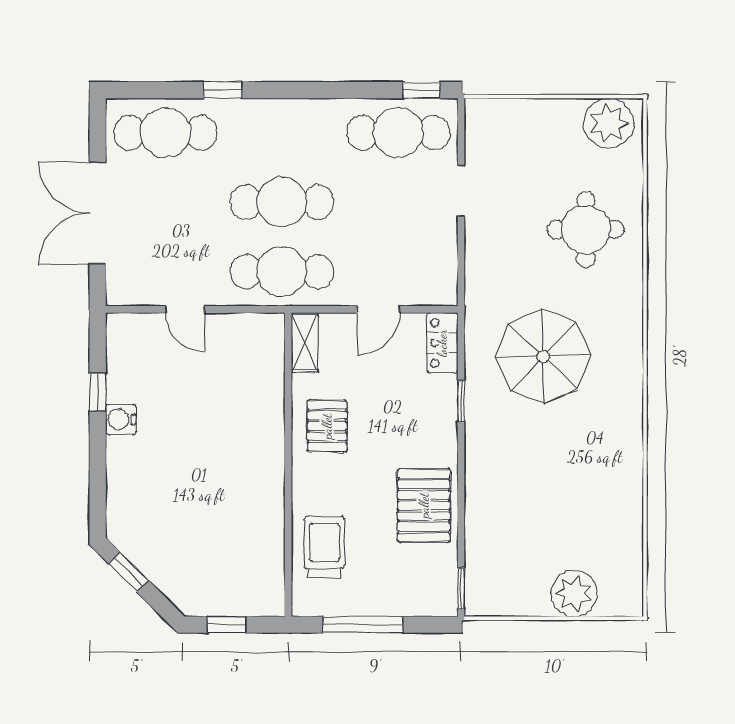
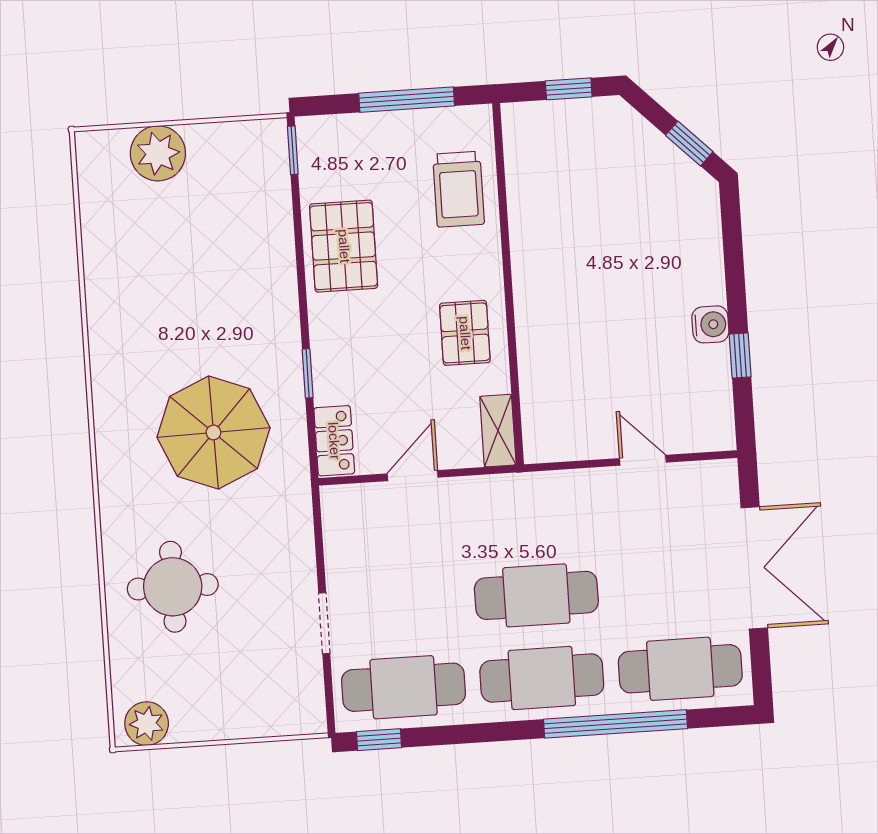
window: (223, 90) -> (616, 724), width x3.17
plant: (609, 123) -> (147, 724), width x0.73, depth x0.73
cafe table: (282, 272) -> (542, 678), moved

